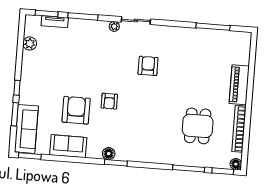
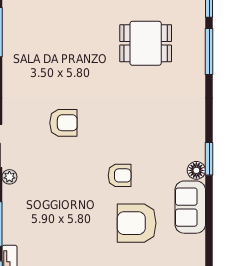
armchair: (148, 66) -> (63, 123), turned 180
sofa: (68, 146) -> (190, 207), moved

